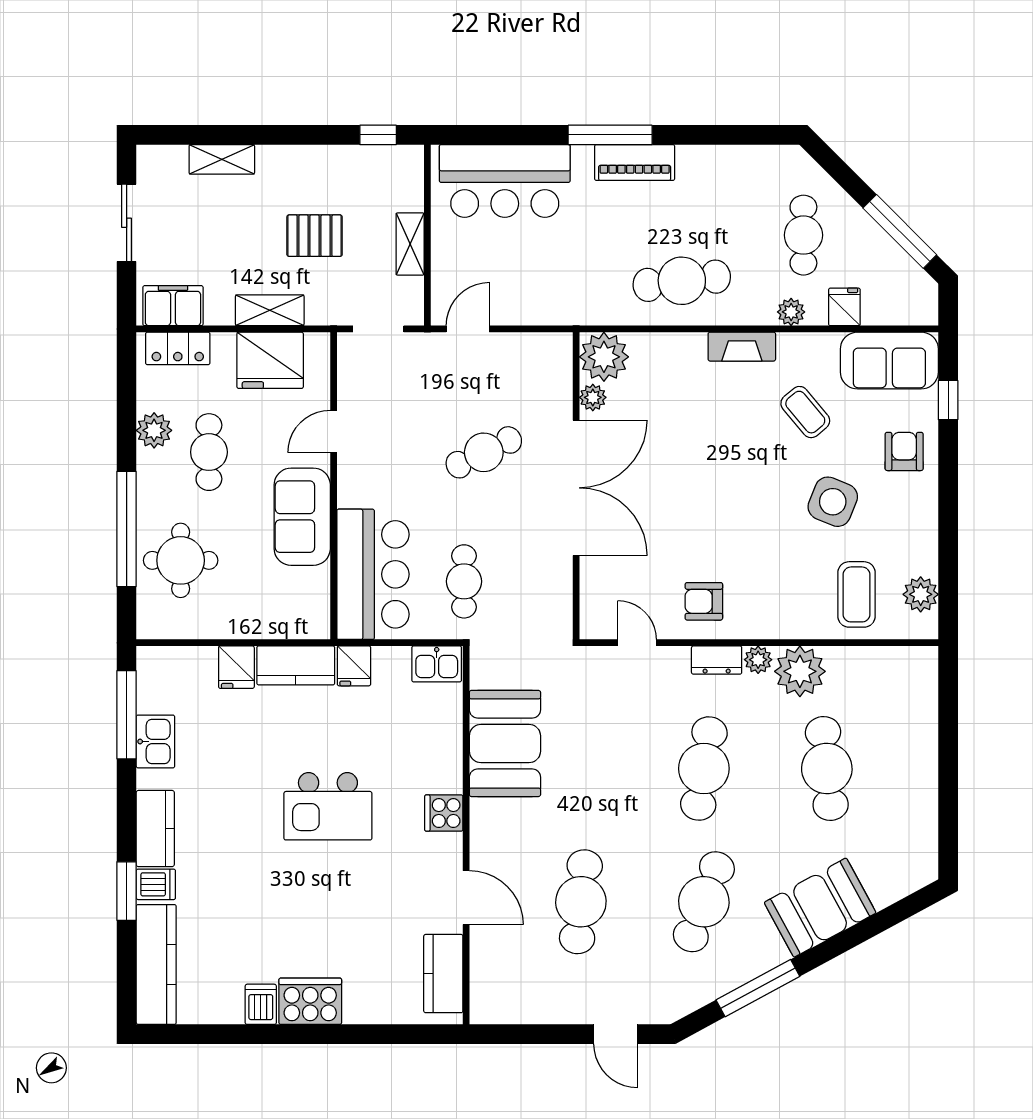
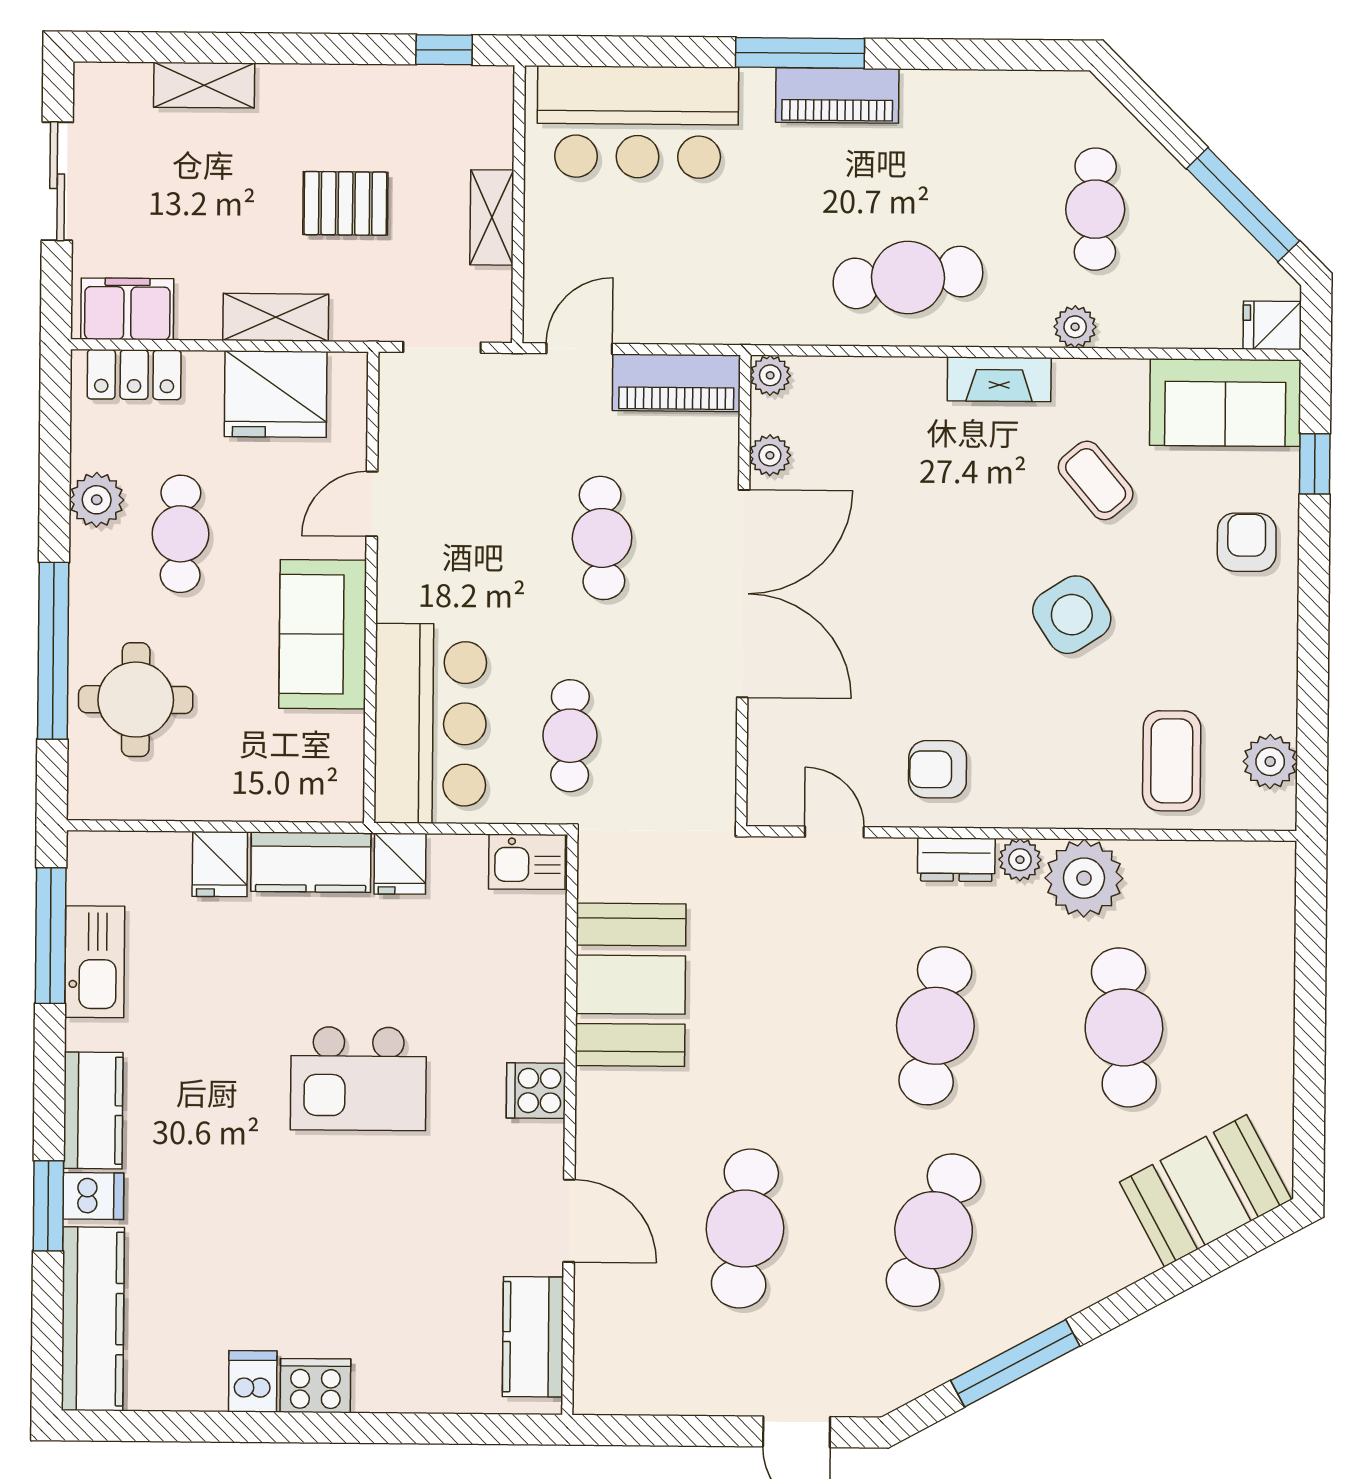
fridge: (844, 307) -> (1272, 325), moved, turned -90
piano: (531, 351) -> (676, 383), added
plant: (604, 357) -> (770, 375), width x0.53, depth x0.53
cafe table: (484, 452) -> (602, 538), turned -67
side table: (833, 502) -> (1072, 615), moved, turned 35
kitchen sink: (155, 741) -> (95, 962), width x1.38
booth: (820, 908) -> (1206, 1191), moved
cooker: (310, 1001) -> (315, 1386), width x0.73, depth x0.76

